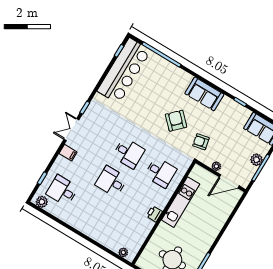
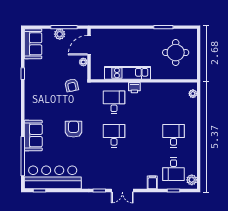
sofa: (204, 94) -> (33, 135), moved
armchair: (176, 121) -> (74, 129), moved, turned 135
filing cabinet: (68, 153) -> (152, 182), moved
desk: (111, 181) -> (174, 136), moved, turned 180
door: (229, 181) -> (89, 45), swing flipped
printer: (154, 214) -> (134, 88), moved

